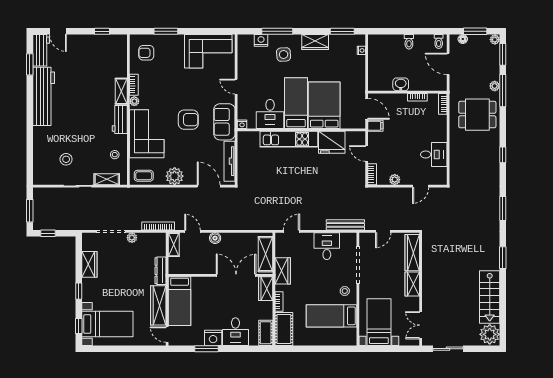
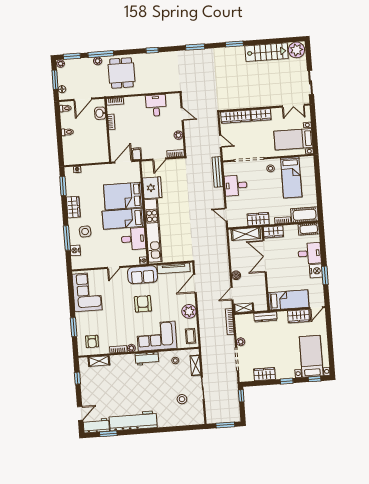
washbasin: (401, 84) -> (100, 113), moved
shelving: (121, 91) -> (99, 361), moved
kitchen unit: (289, 139) -> (153, 231), width x1.36
window: (48, 233) -> (241, 396), moved
wardrobe: (158, 305) -> (299, 316), width x0.67

